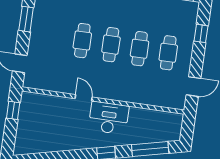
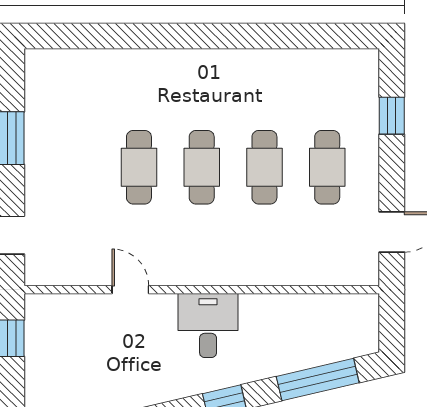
door: (84, 98) -> (130, 290), moved
desk: (109, 118) -> (208, 326), width x0.73

